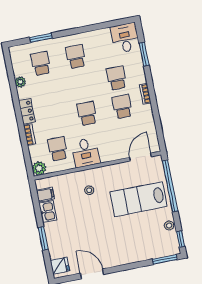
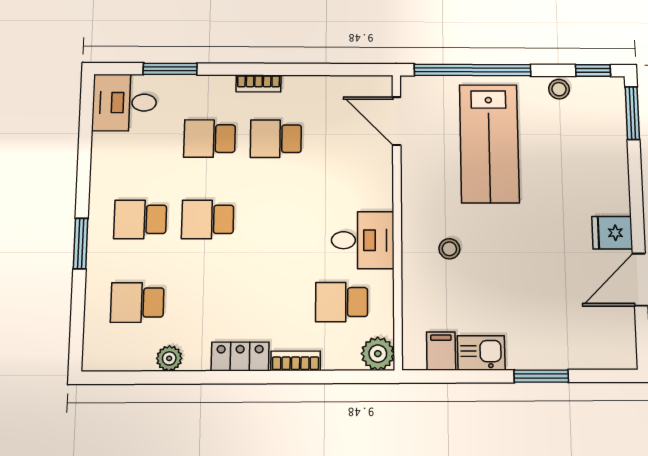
window: (41, 38) -> (81, 244), moved
school desk: (87, 113) -> (208, 219), moved
fridge: (60, 266) -> (612, 233), moved, turned -90

